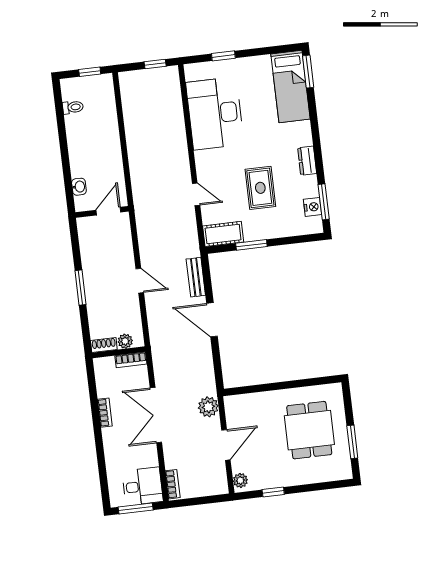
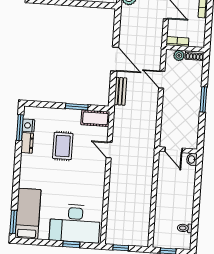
desk: (215, 113) -> (75, 223), moved, turned 90
dresser: (307, 161) -> (27, 143), moved
washbasin: (79, 187) -> (192, 159), moved
door: (108, 211) -> (173, 150), hinge flipped
door: (140, 281) -> (162, 80), moved

